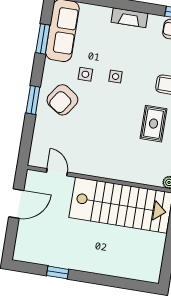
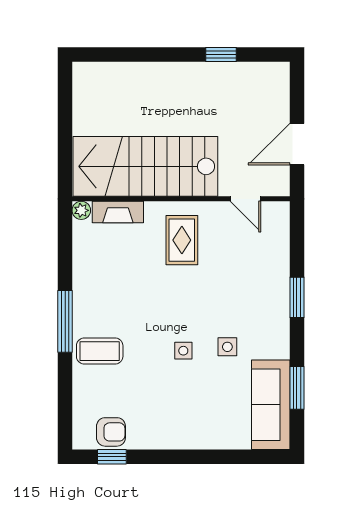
fireplace: (129, 18) -> (118, 212), moved, turned 180
armchair: (62, 100) -> (254, 305), removed
rug: (154, 124) -> (182, 240), moved

